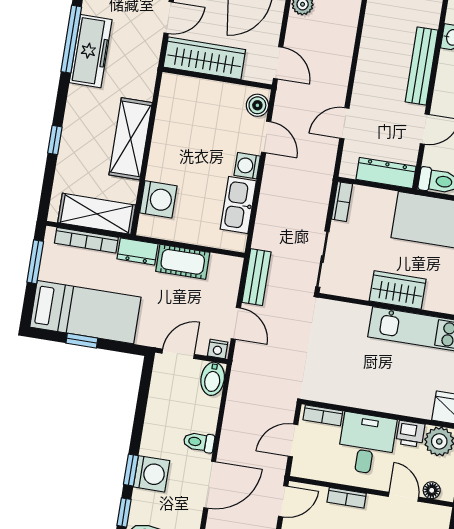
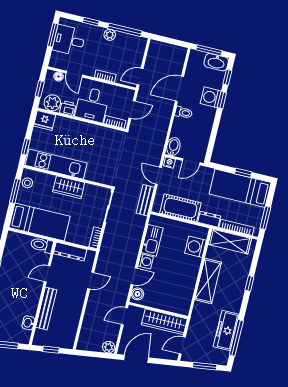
door: (278, 63) -> (124, 316), hinge flipped
door: (266, 137) -> (134, 276), swing flipped
cot: (183, 262) -> (180, 208), width x1.37, depth x1.34

